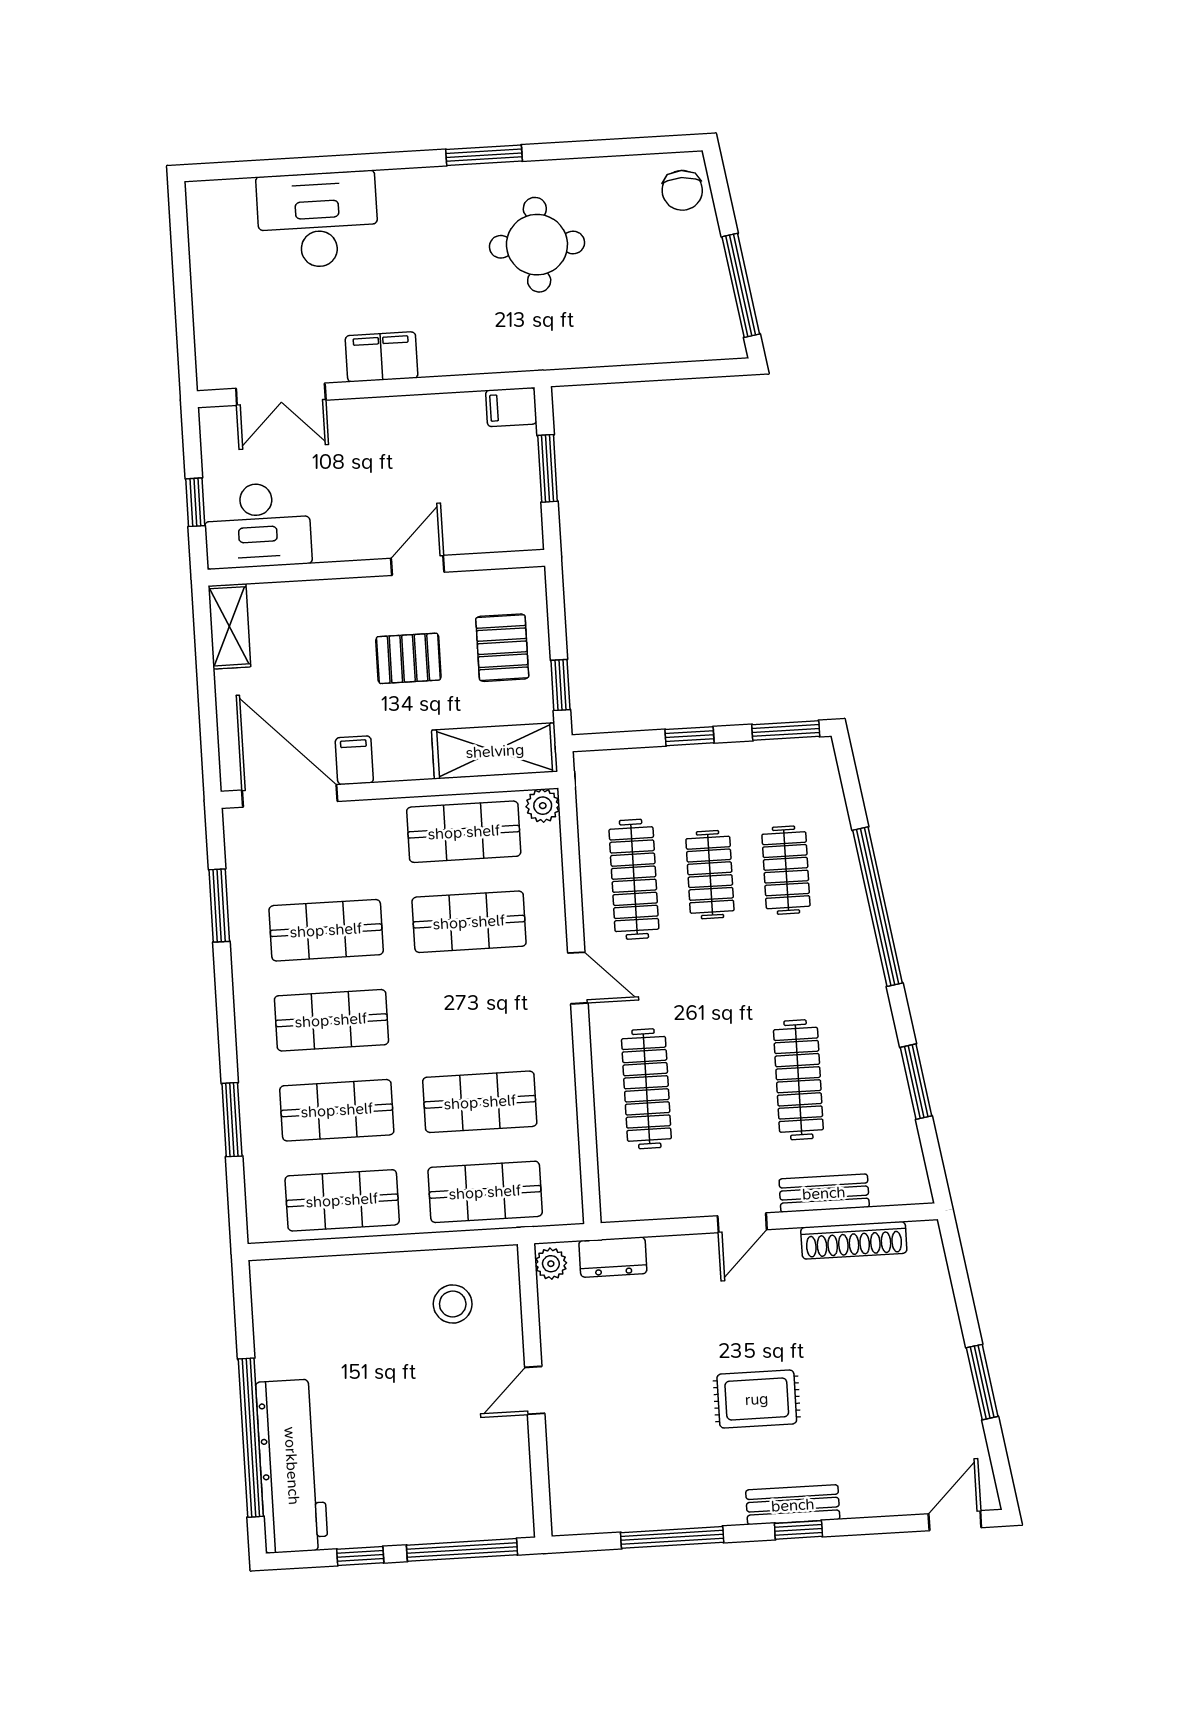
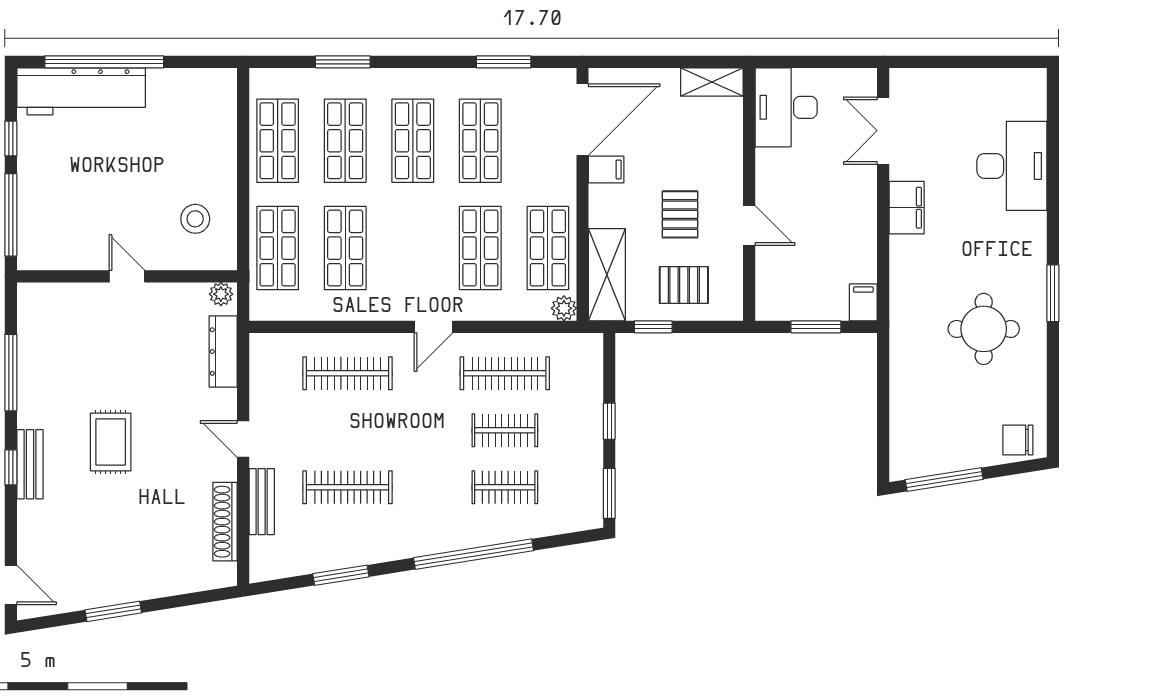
window: (195, 502) -> (806, 62), removed
dresser: (613, 1257) -> (223, 352), width x1.44

